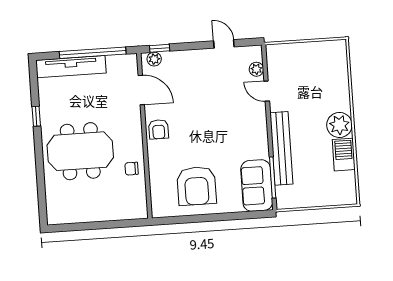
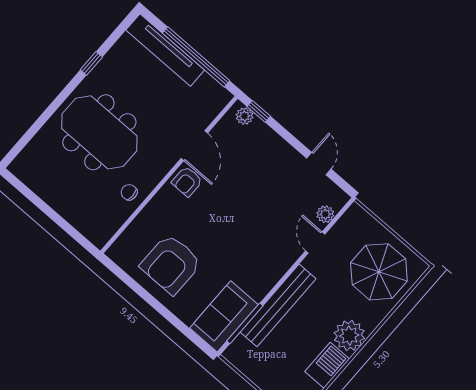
parasol: (320, 72) -> (379, 272), added
door: (141, 90) -> (194, 146), moved

